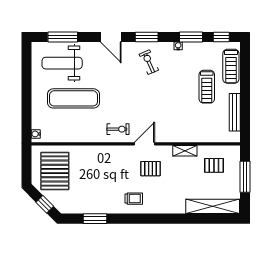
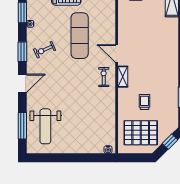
exercise mat: (73, 98) -> (80, 36), moved
shelving: (185, 151) -> (123, 77), moved
pallet: (150, 169) -> (139, 48), removed
trolley: (134, 199) -> (144, 102), moved

